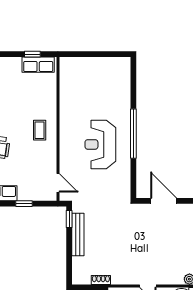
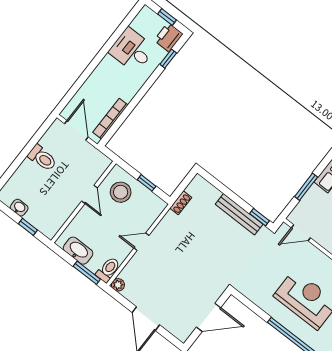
window: (24, 204) -> (306, 187), width x1.50

